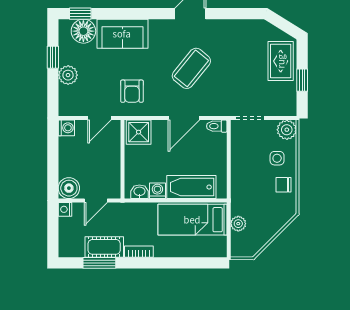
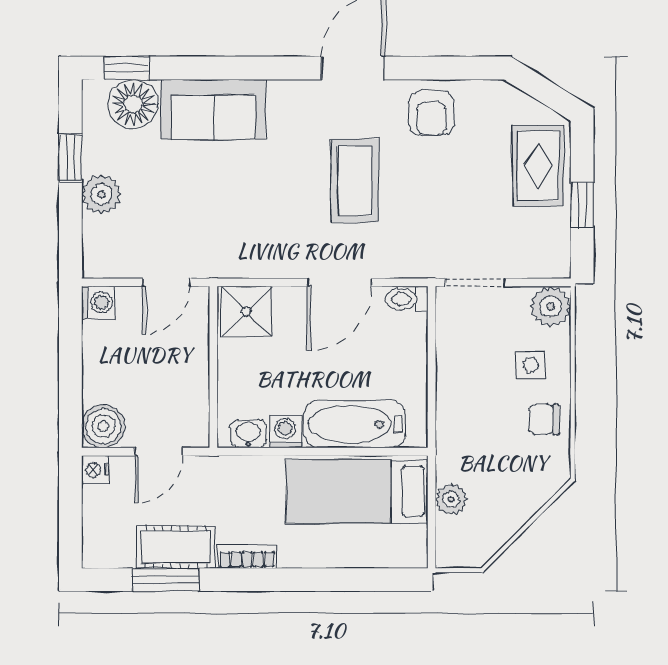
coffee table: (191, 68) -> (355, 181), turned -39
armchair: (132, 91) -> (432, 113), moved

